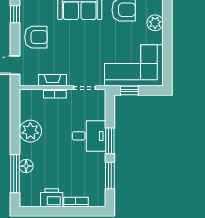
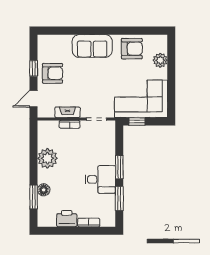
window: (15, 14) -> (34, 68), moved
desk: (89, 136) -> (100, 179), moved
window: (15, 174) -> (34, 197), width x0.69

